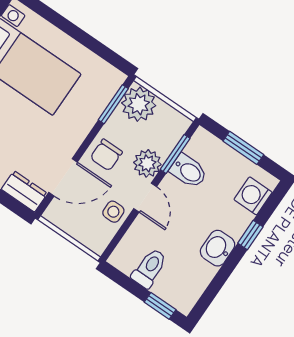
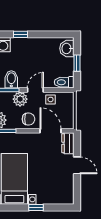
washbasin: (218, 248) -> (67, 48), moved, turned 90
toilet: (149, 268) -> (64, 82), moved
window: (160, 306) -> (77, 63), moved

